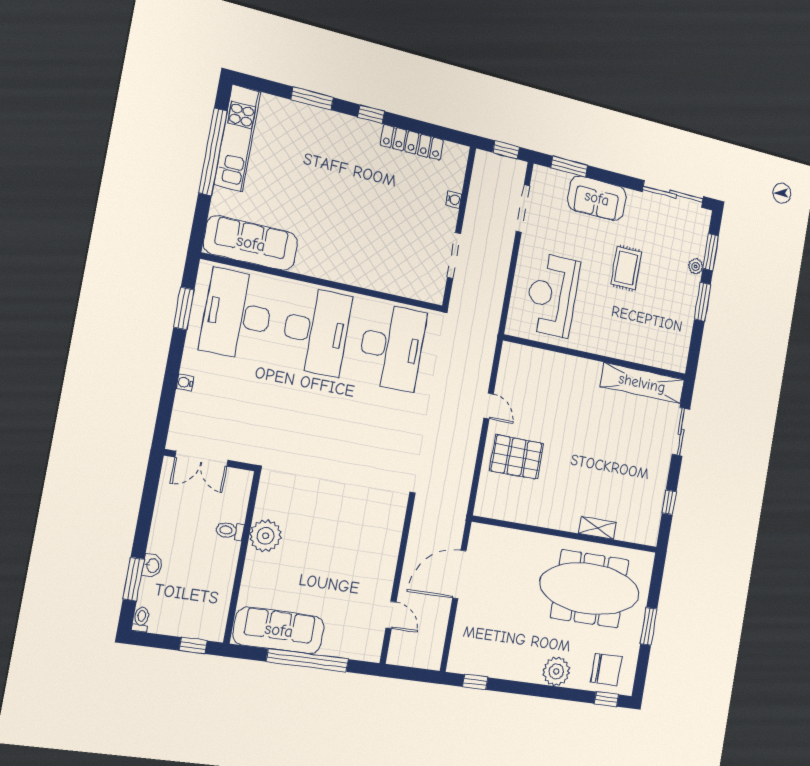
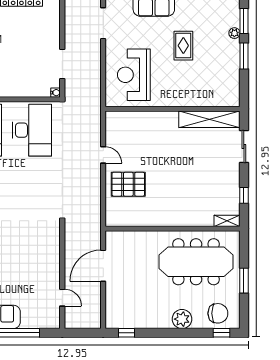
water cooler: (454, 199) -> (55, 93), moved
shelving: (597, 528) -> (227, 221), moved

